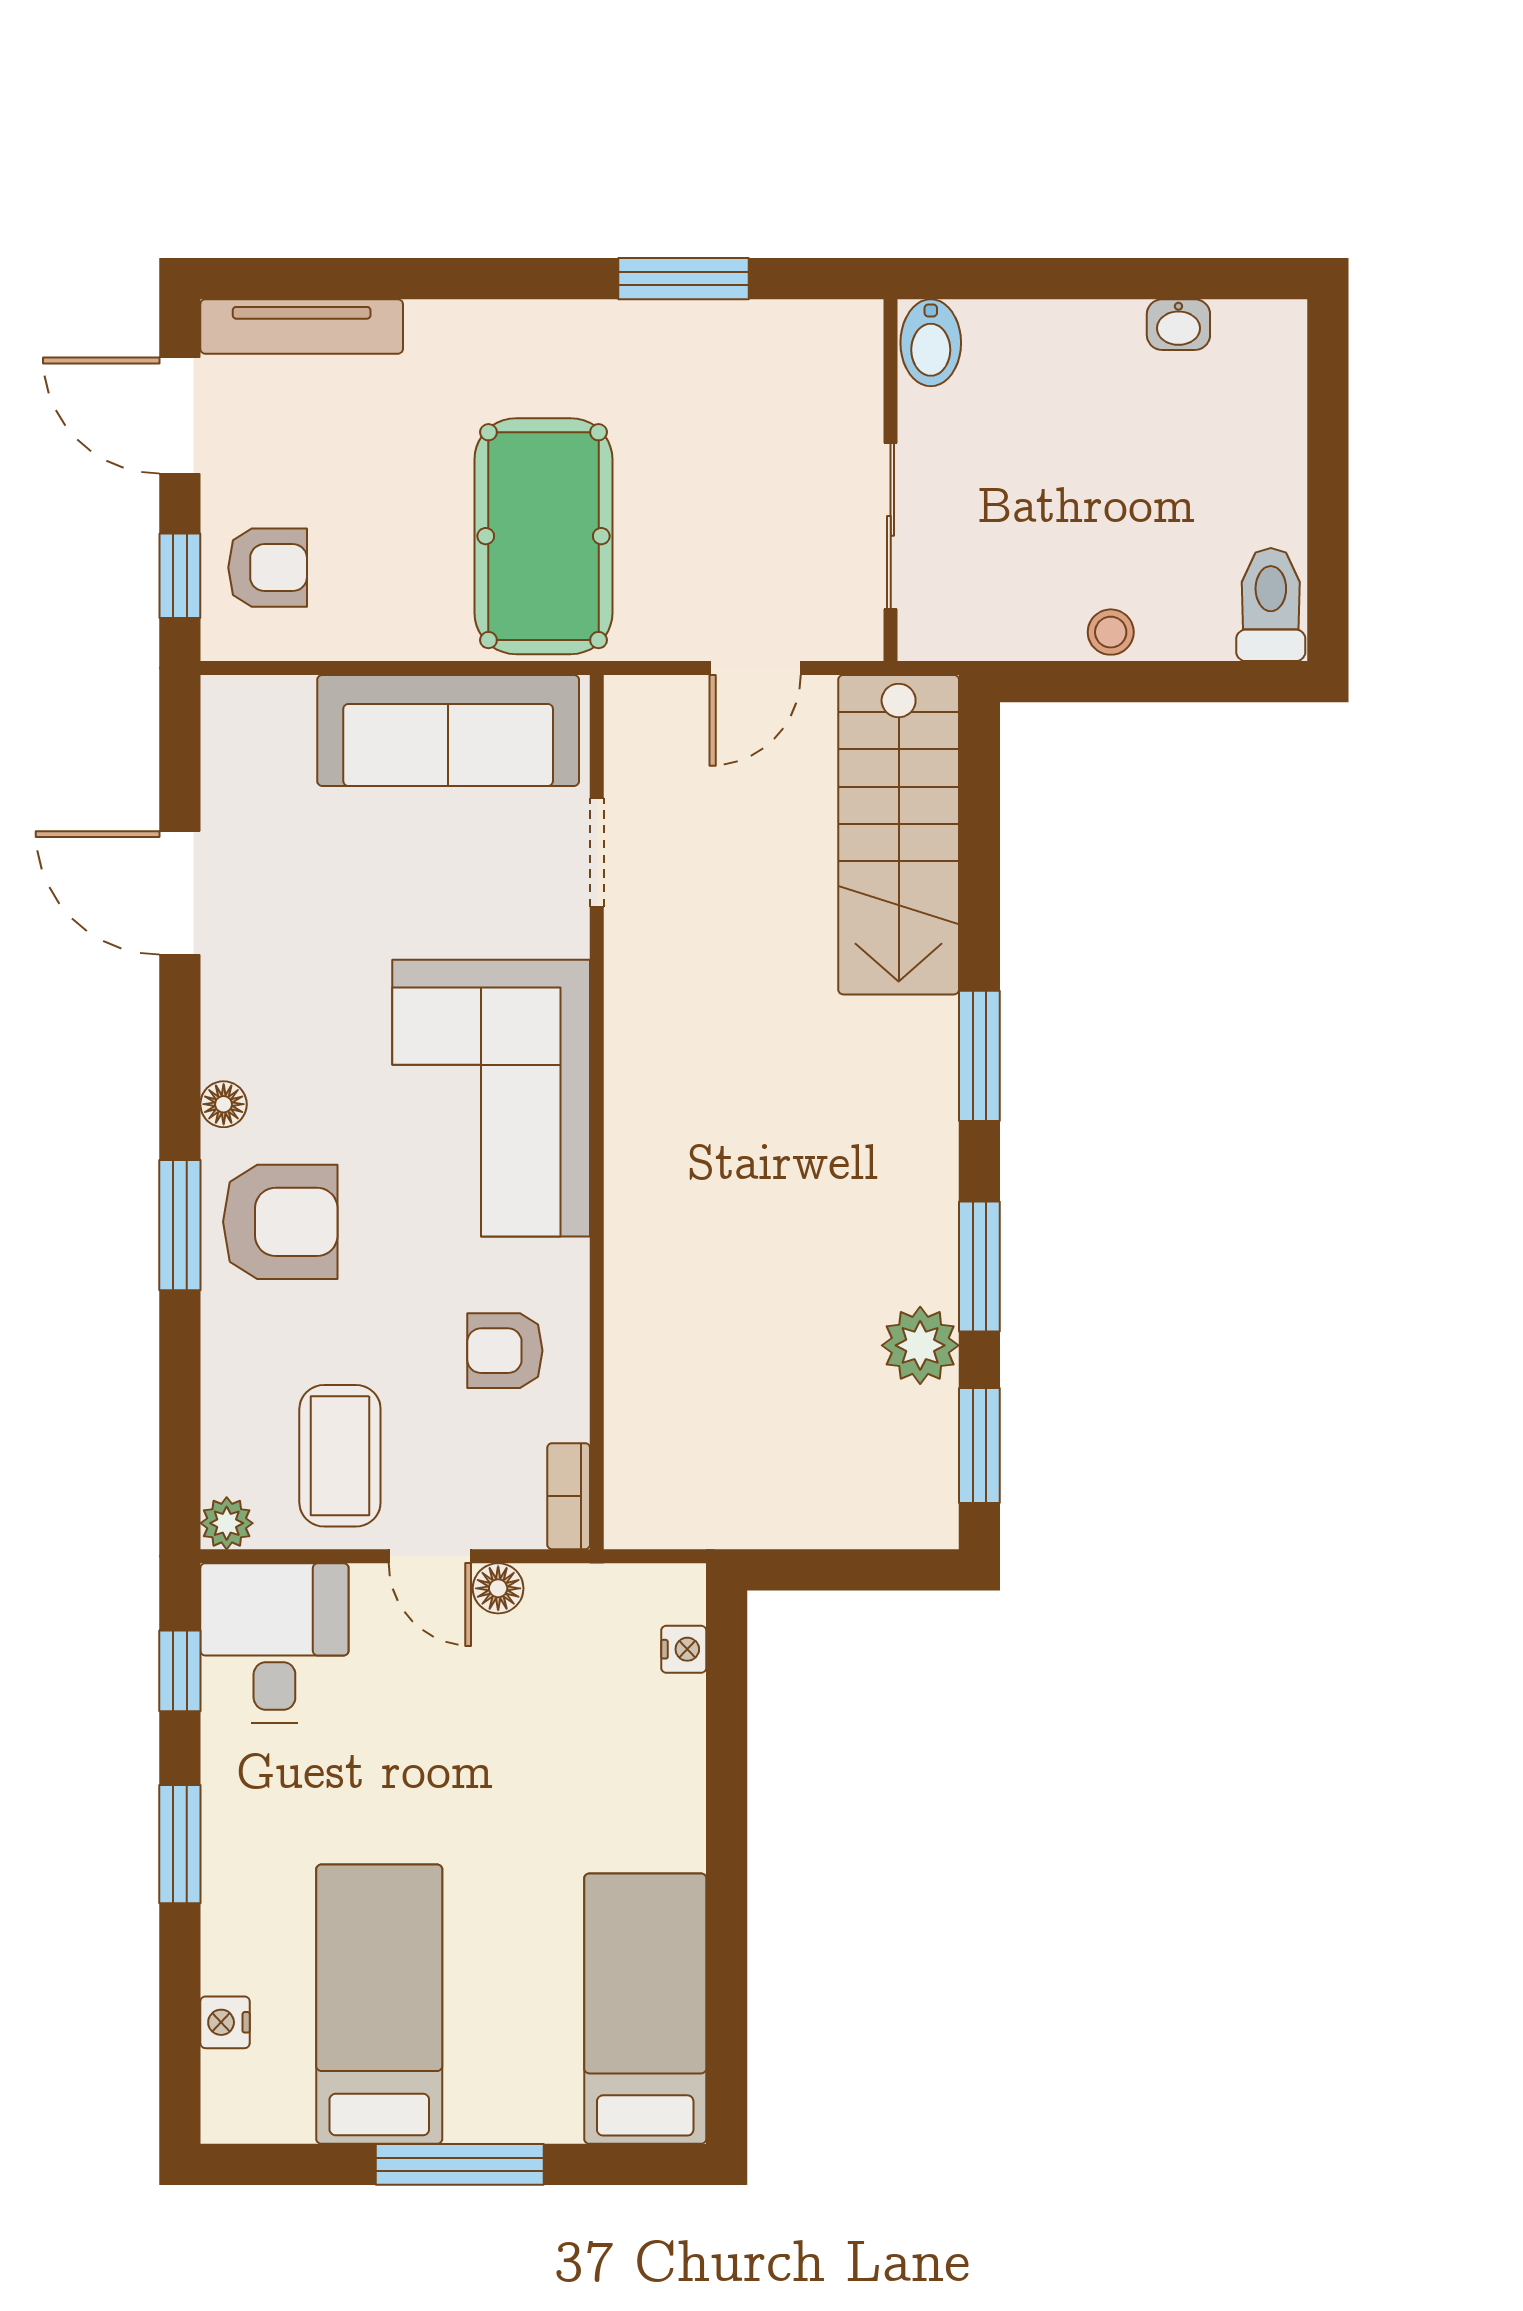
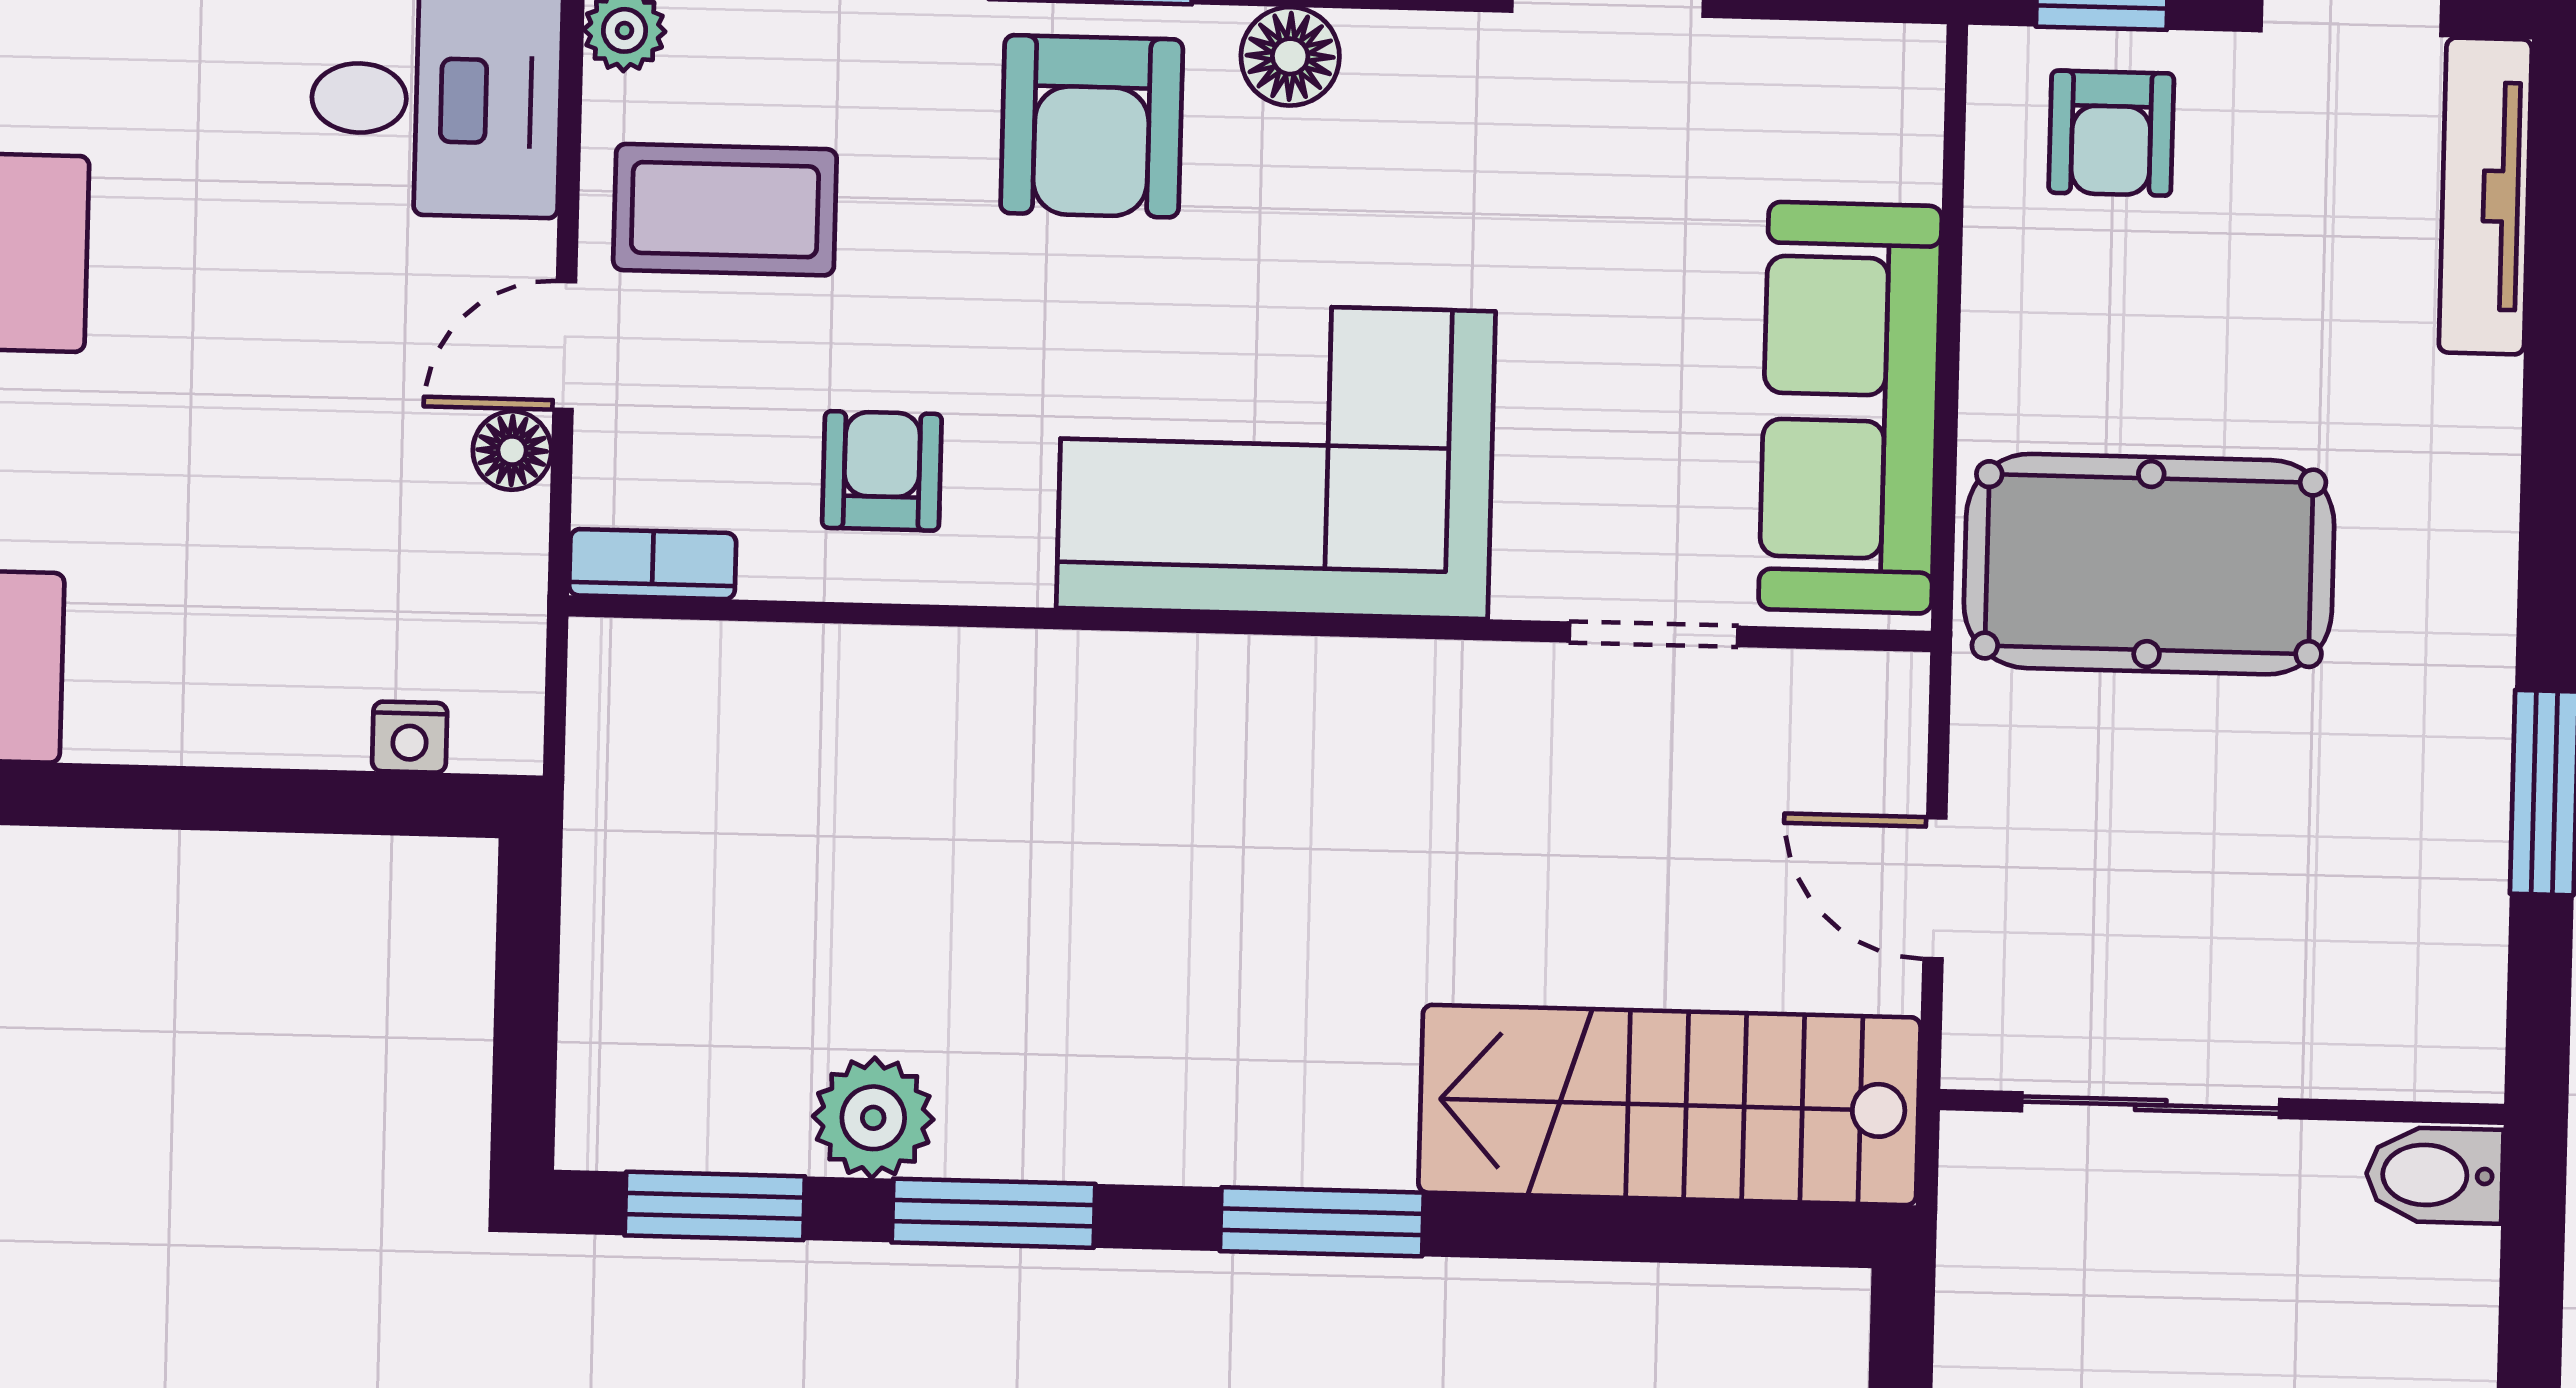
floor lamp: (224, 1104) -> (1290, 56), width x1.37, depth x1.37

